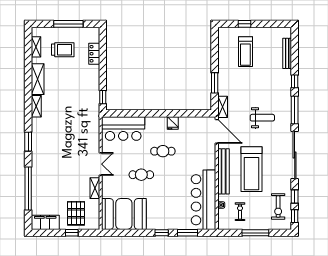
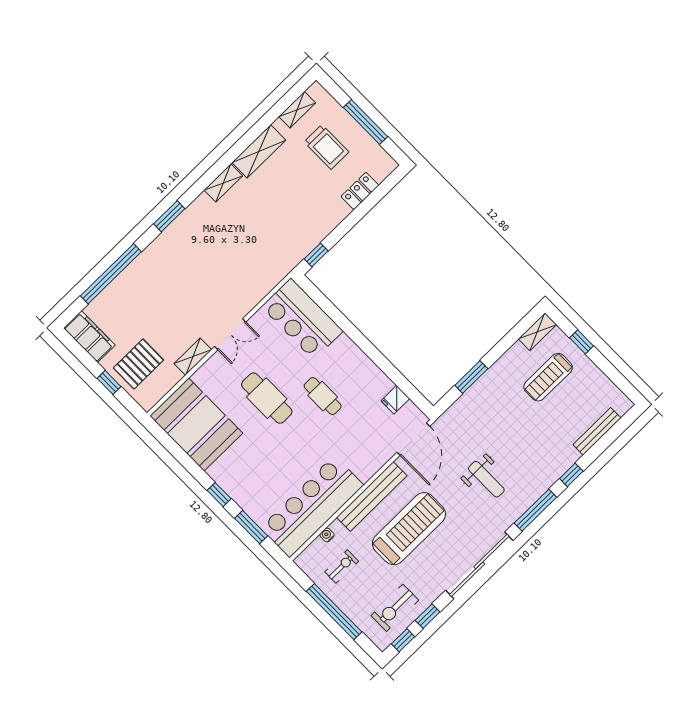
shelving: (223, 107) -> (537, 332), moved
fridge: (173, 123) -> (395, 400), moved
treadmill: (252, 169) -> (409, 529), turned 180
cafe table: (141, 175) -> (267, 398), width x1.37, depth x1.35
window: (255, 233) -> (334, 612), width x1.46

